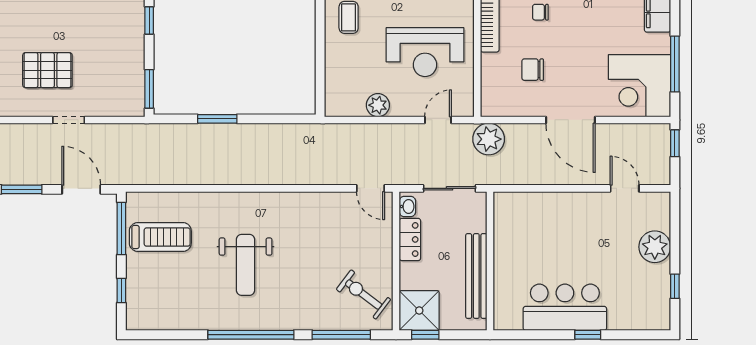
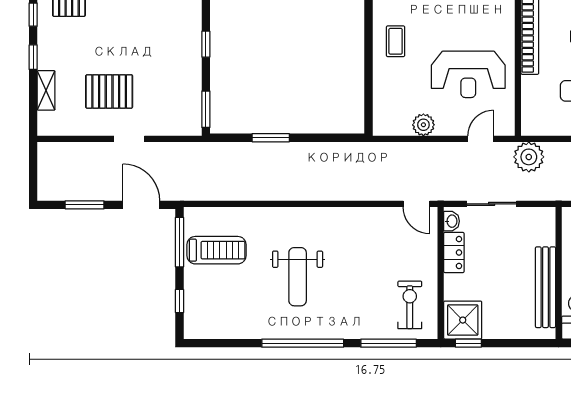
wall: (490, 261) -> (559, 273), moved
bench: (476, 276) -> (545, 287), moved
exercise bike: (364, 294) -> (410, 305), turned 53

